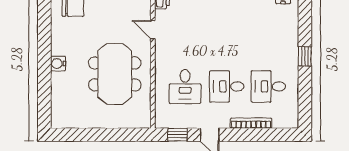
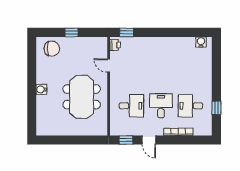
window: (305, 56) -> (216, 108), moved
desk: (185, 86) -> (131, 106), turned -90
desk: (227, 86) -> (161, 106), turned 90

